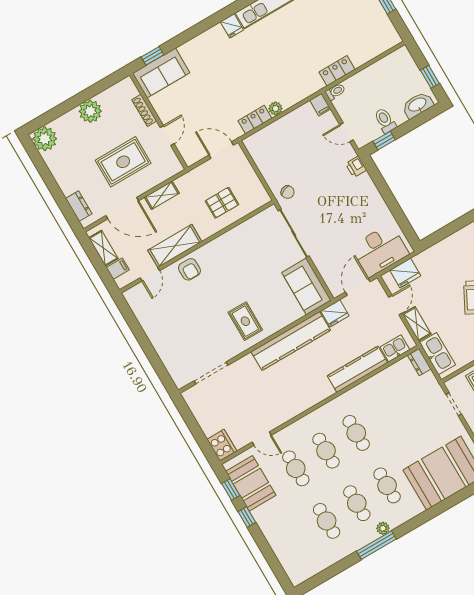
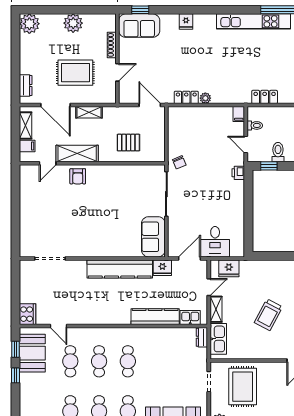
fridge: (232, 26) -> (186, 22), moved
toilet: (335, 92) -> (255, 125), moved
desk: (380, 250) -> (215, 242), width x0.73
rug: (245, 321) -> (96, 236), removed

